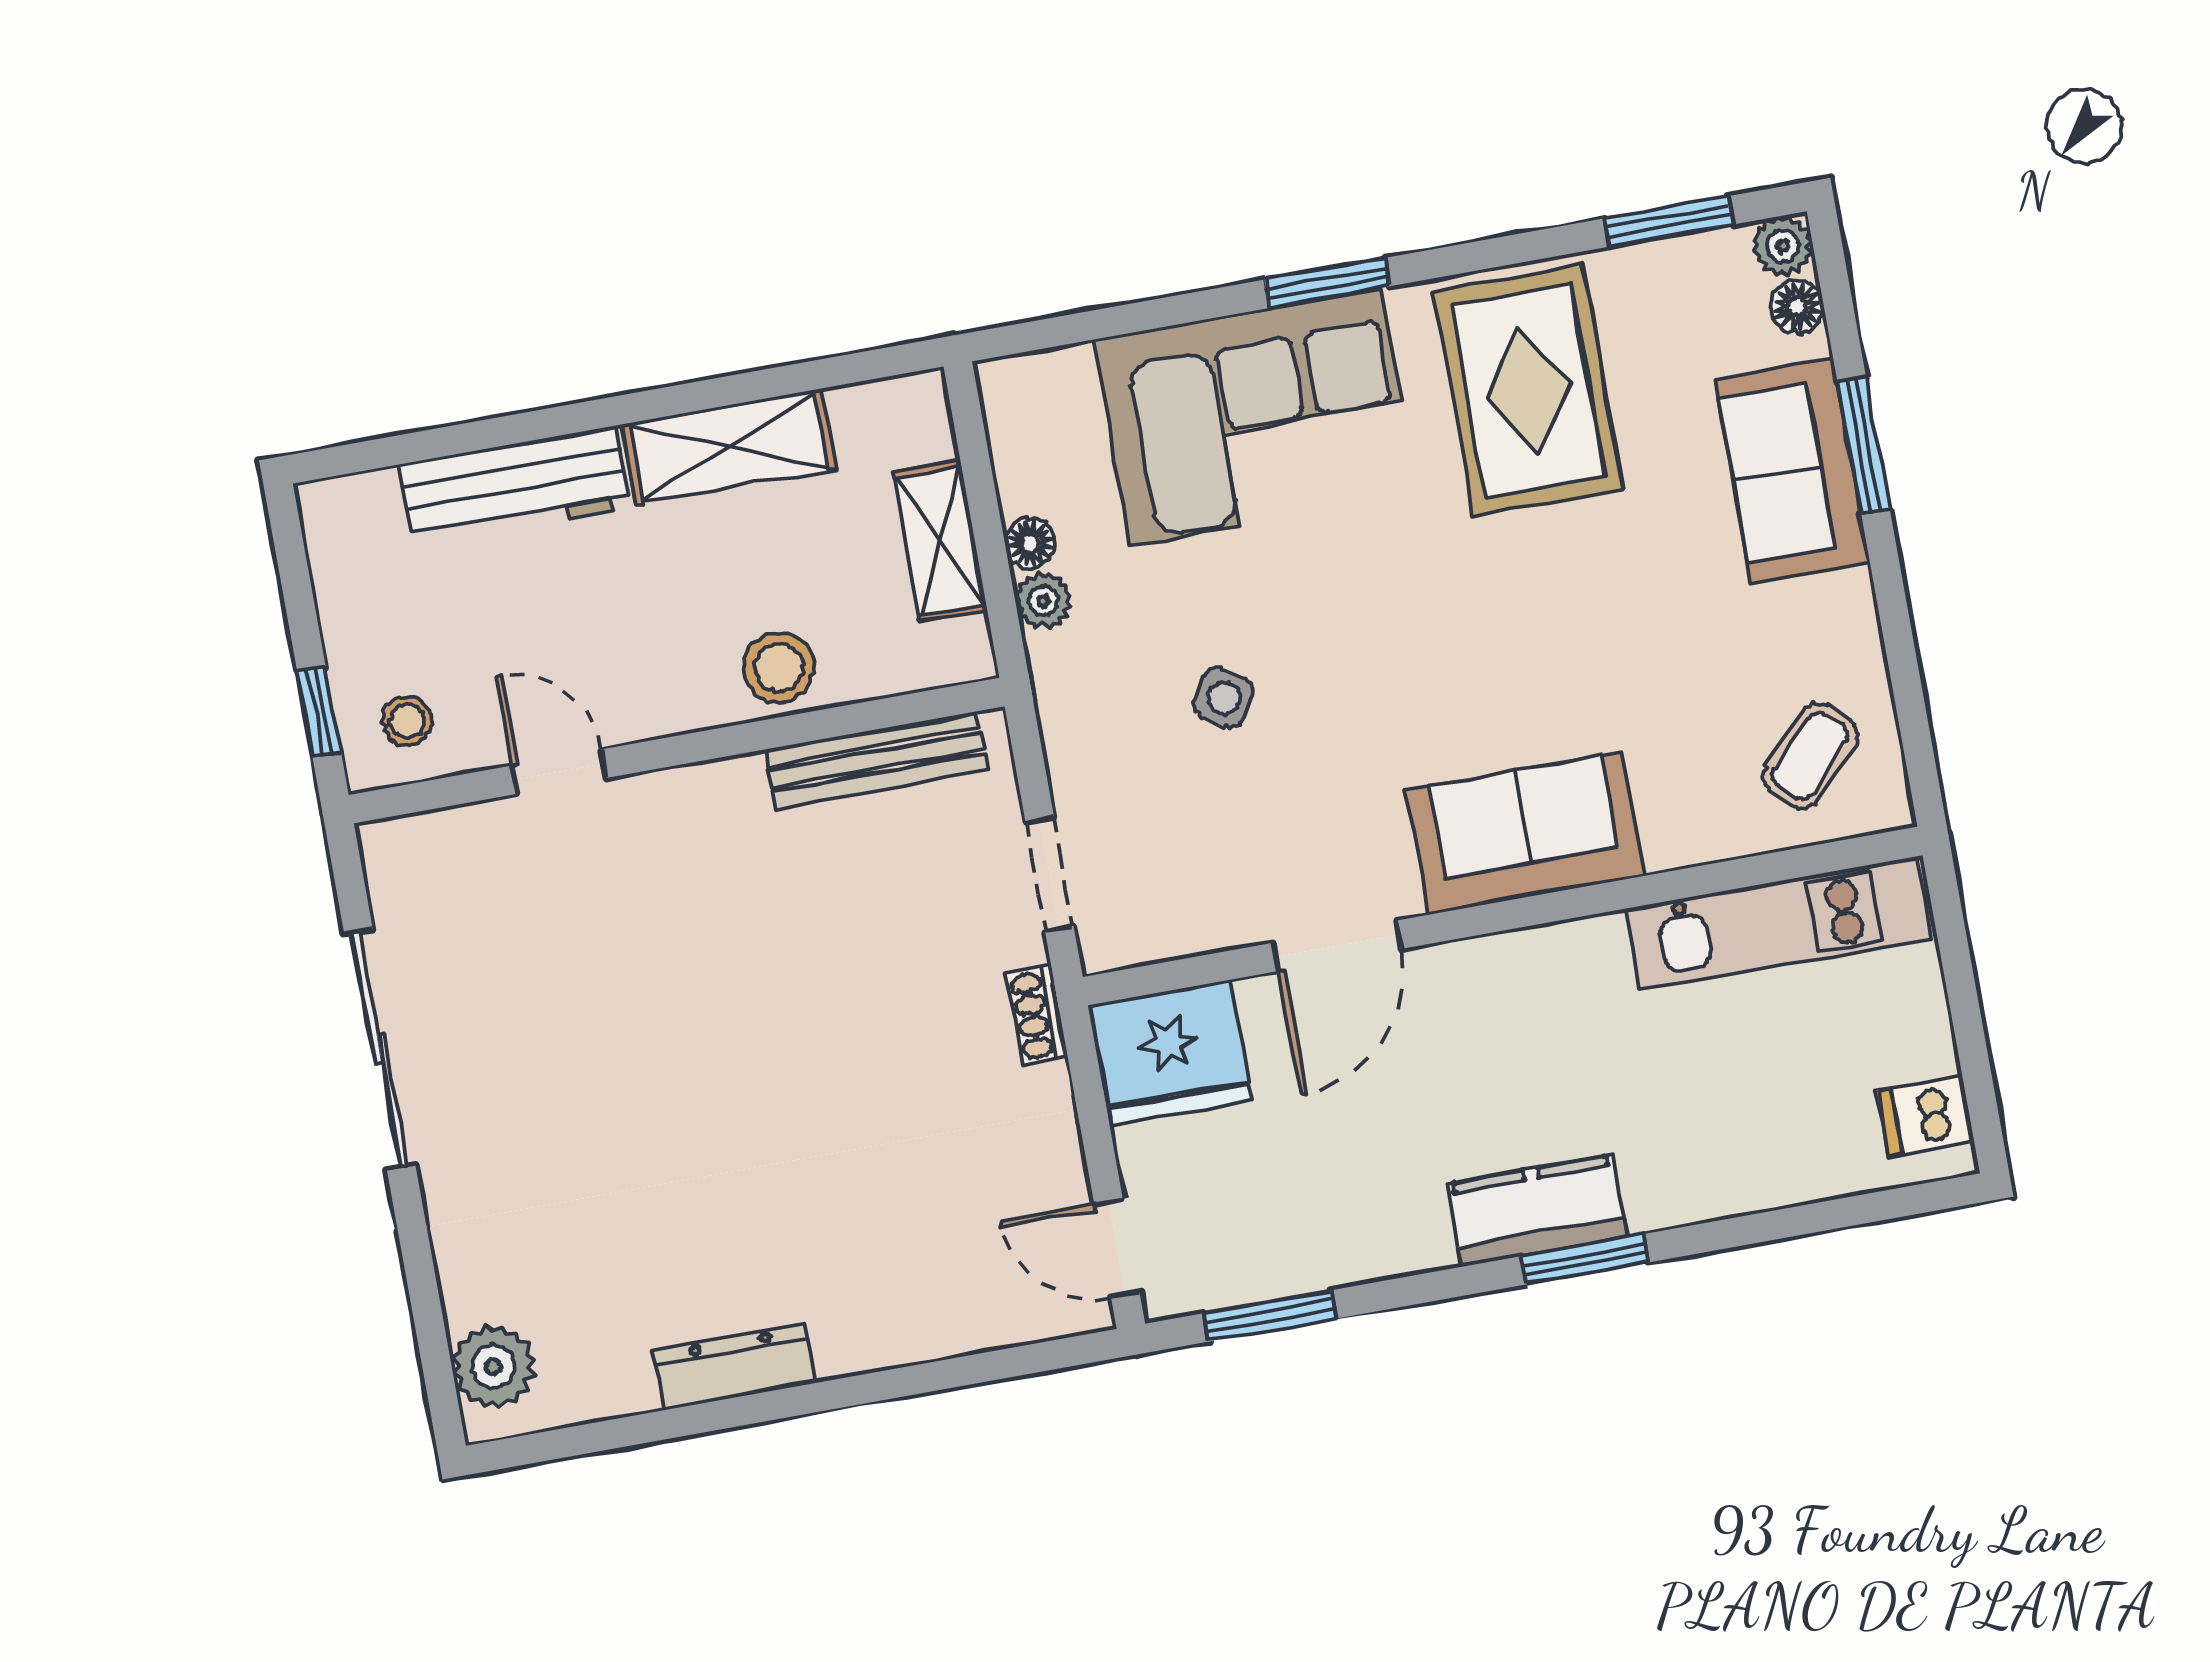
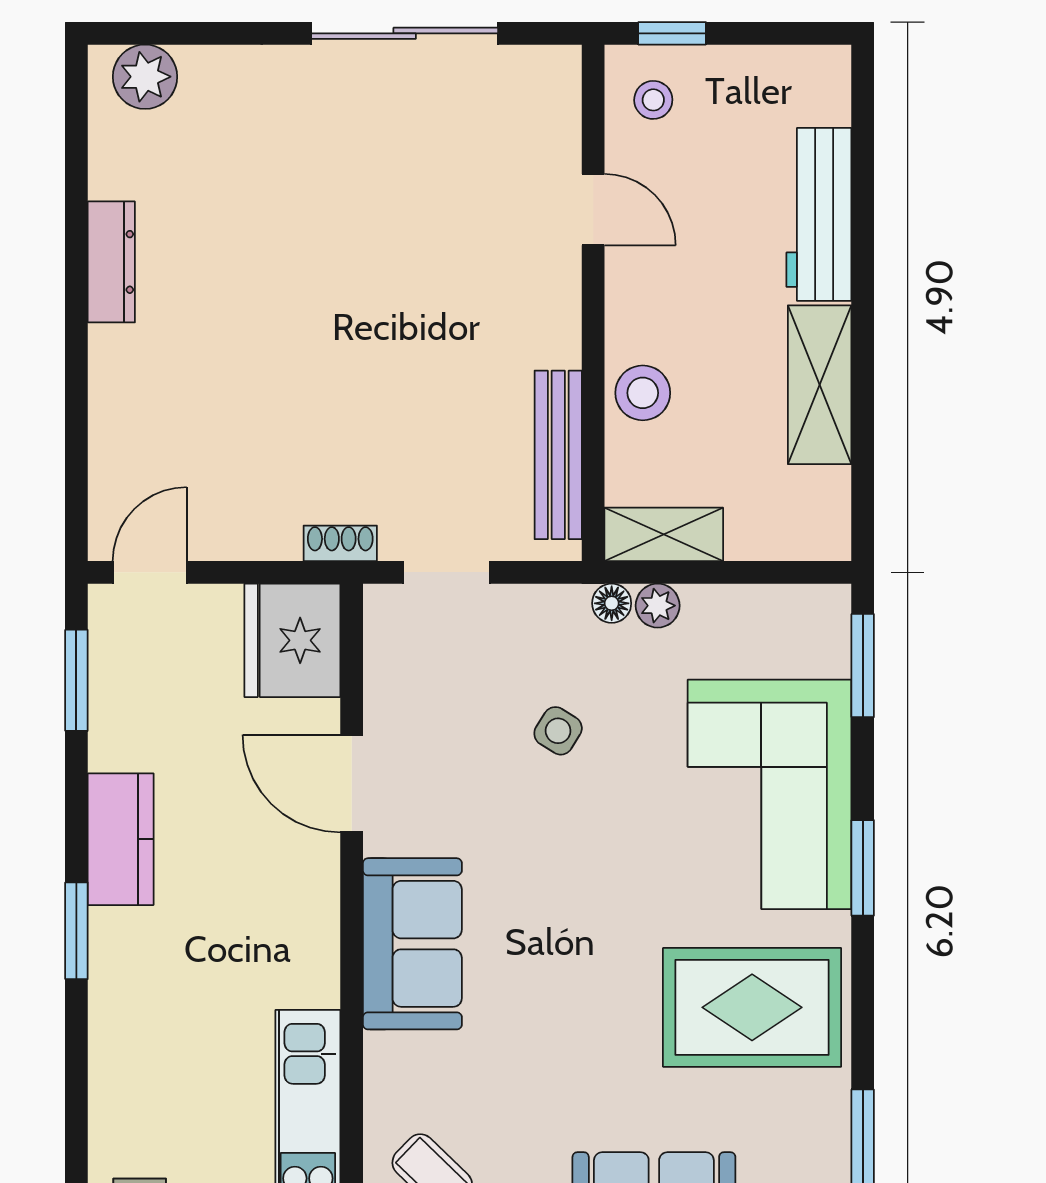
window: (1073, 329) -> (863, 666), added
shelving: (940, 540) -> (664, 534), moved
floor lamp: (1030, 543) -> (612, 603), moved
door: (559, 772) -> (593, 210), hinge flipped
kitchen counter: (1537, 1210) -> (121, 839), moved

